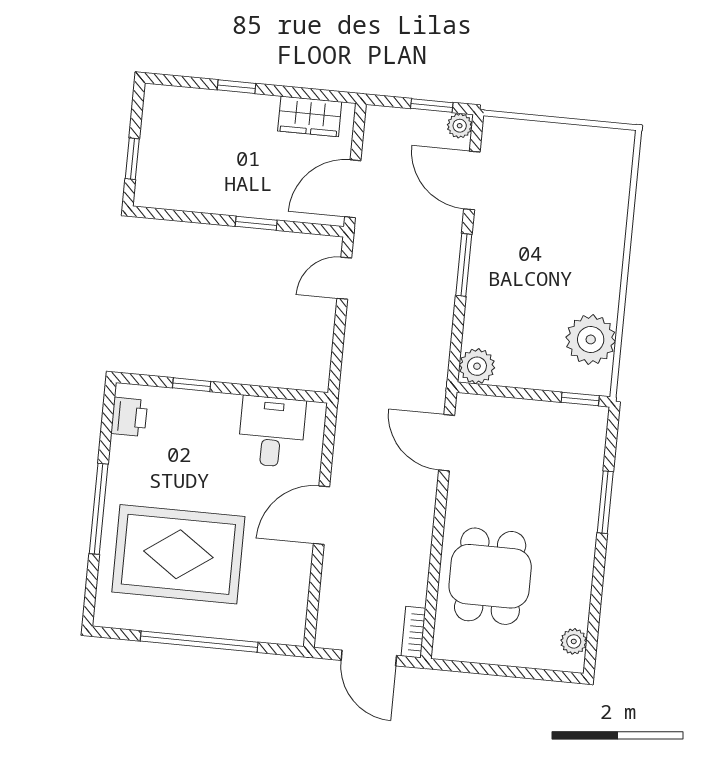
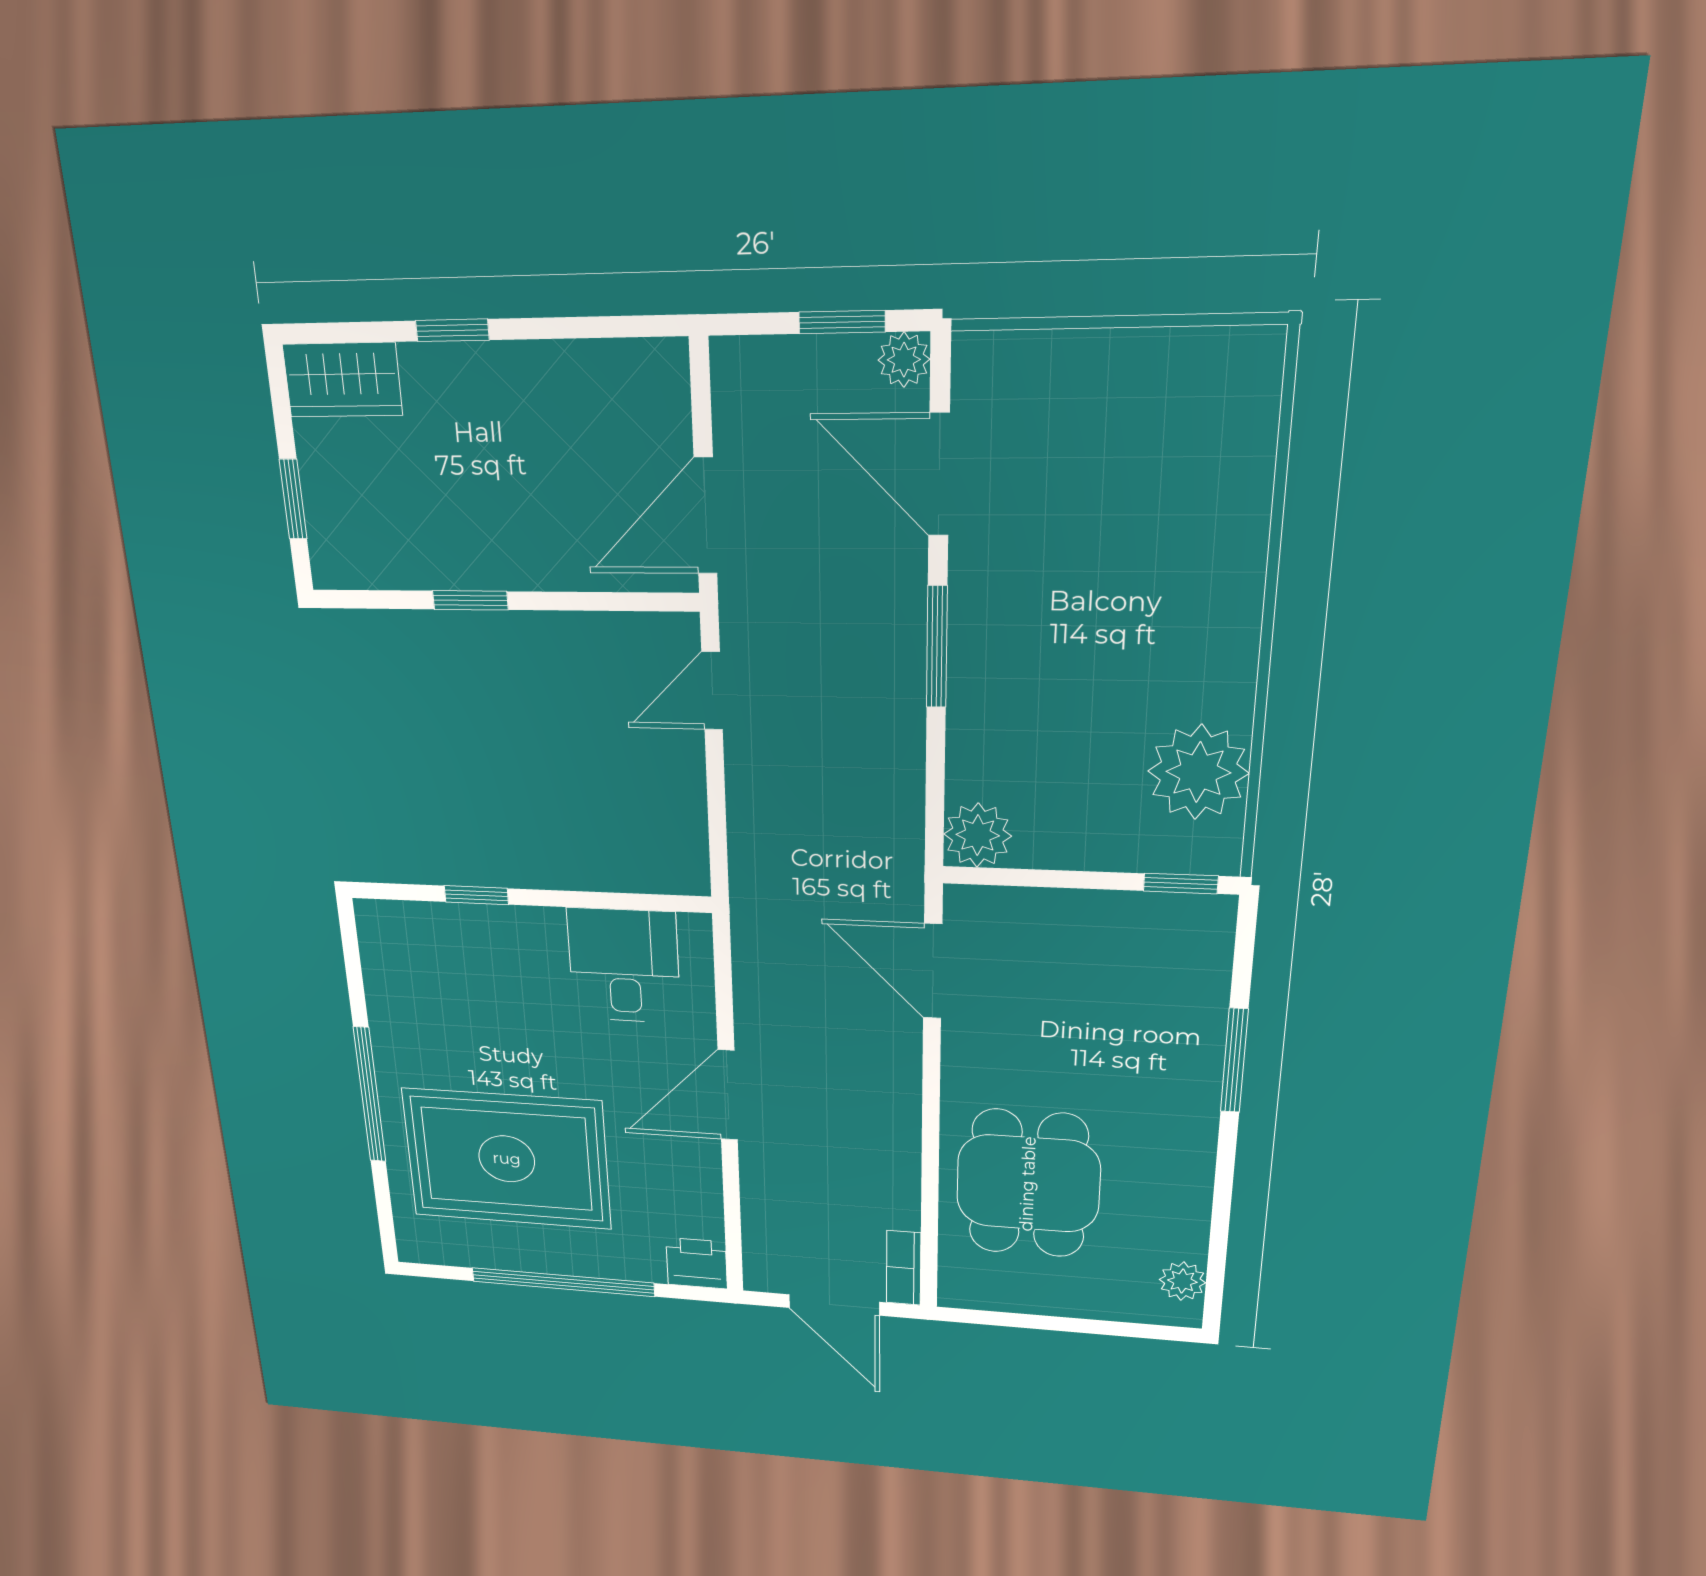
wardrobe: (310, 116) -> (342, 380), moved
window: (256, 223) -> (470, 600), moved
printer: (129, 417) -> (697, 1263), moved, turned -90

